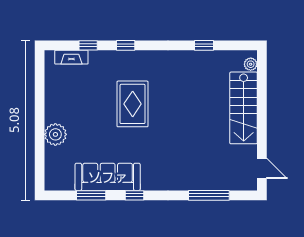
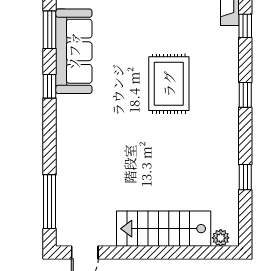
window: (126, 45) -> (245, 95), moved
rug: (133, 104) -> (169, 84), turned 90
window: (209, 195) -> (50, 202), moved

